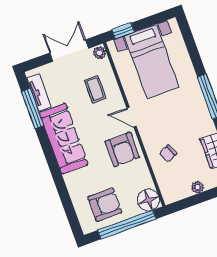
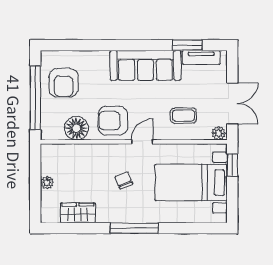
window: (33, 109) -> (187, 45), width x0.69
chair: (168, 153) -> (124, 180), moved
floor lamp: (148, 200) -> (76, 128), moved

